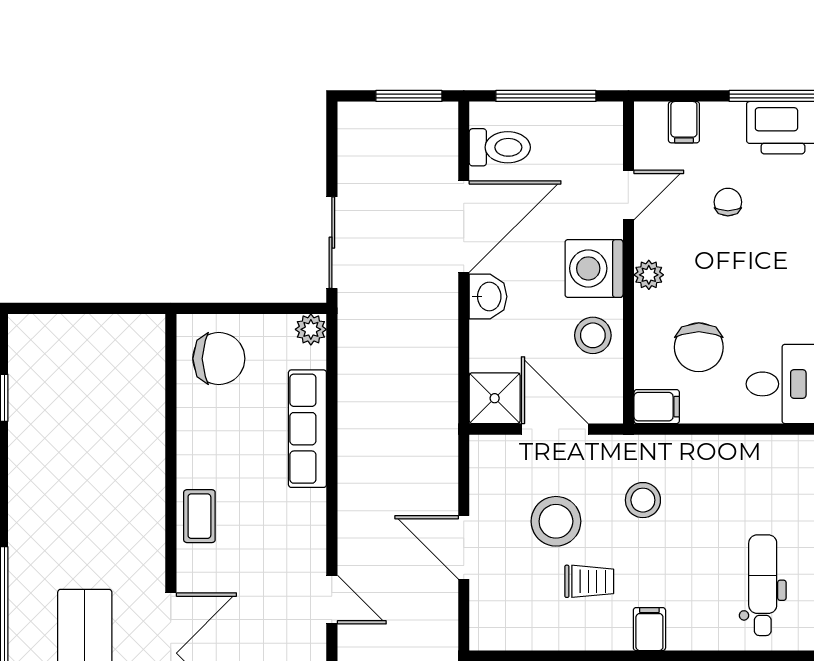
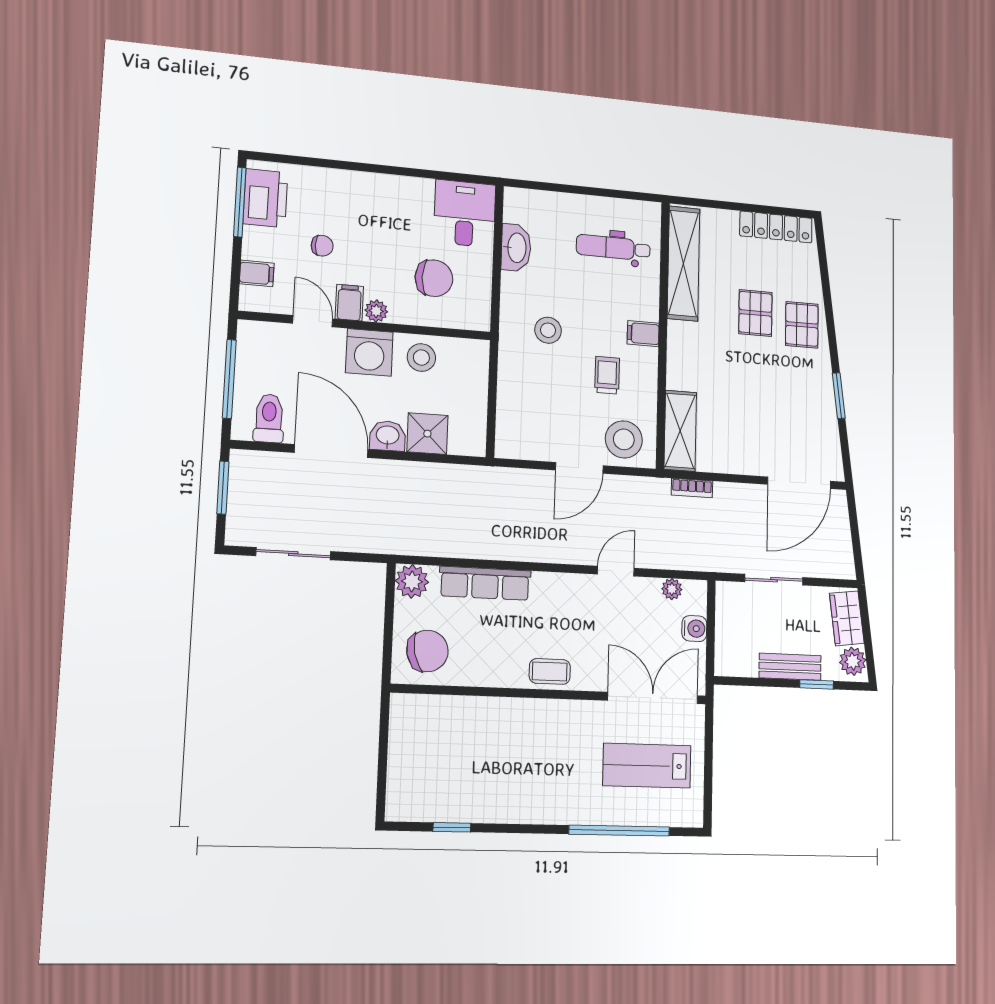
chair: (728, 202) -> (322, 246), turned 180
sliding door: (332, 243) -> (293, 554), moved
plant: (311, 329) -> (412, 581), width x1.38, depth x1.38
chair: (219, 359) -> (427, 651), turned 78
shower: (495, 398) -> (427, 434), moved
filing cabinet: (657, 407) -> (349, 303), moved
door: (555, 429) -> (492, 392), removed
washbasin: (750, 454) -> (516, 248), added
stool: (556, 521) -> (624, 439), moved

